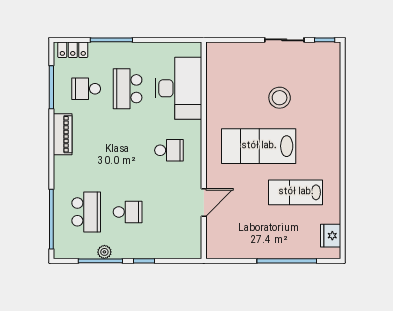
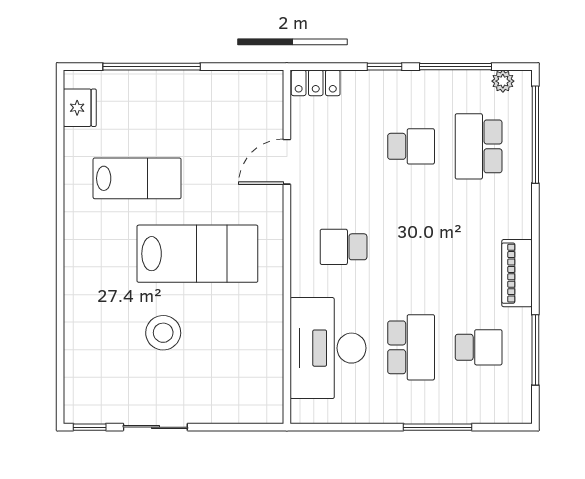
locker: (73, 50) -> (316, 83), moved, turned 180
school desk: (128, 212) -> (411, 146), turned 180
plant: (104, 252) -> (503, 81), moved

